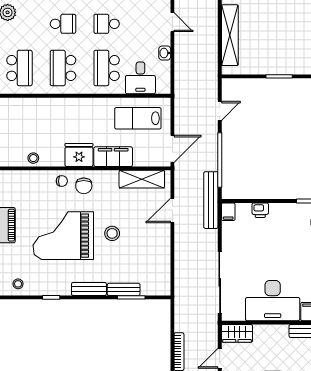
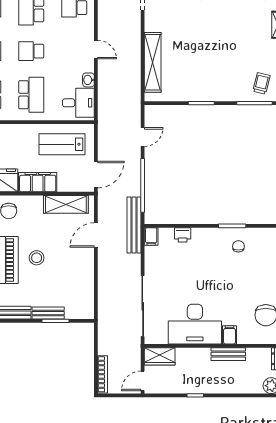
school desk: (107, 68) -> (31, 95), turned 180
desk: (140, 78) -> (78, 103), moved, turned -90

